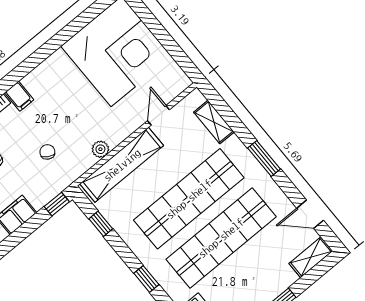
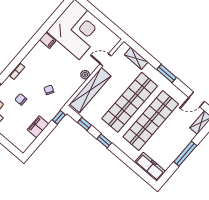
filing cabinet: (19, 96) -> (48, 40), moved
door: (159, 115) -> (106, 60), hinge flipped
plant: (100, 149) -> (85, 75), moved
window: (146, 279) -> (104, 141), moved

